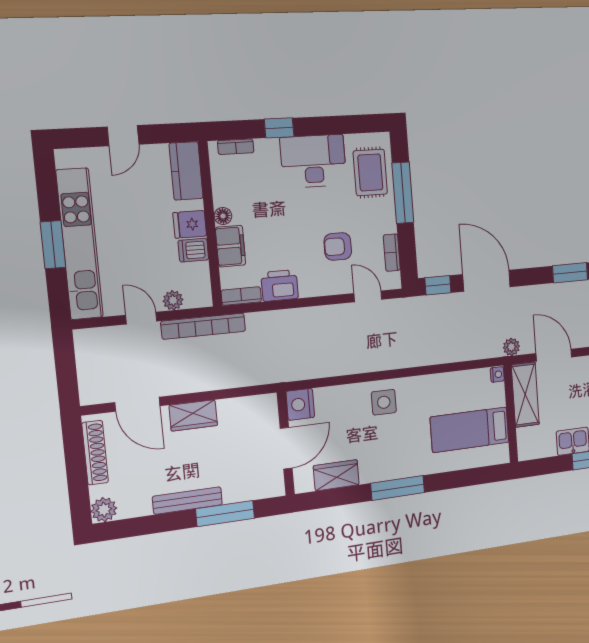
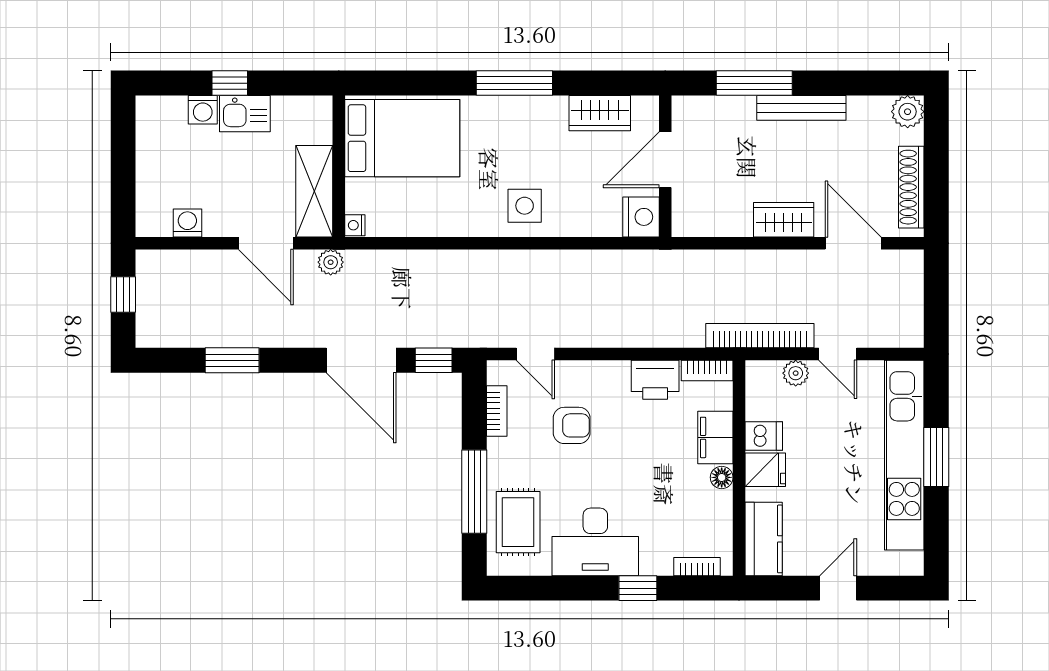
bed: (470, 430) -> (402, 138), width x1.50

